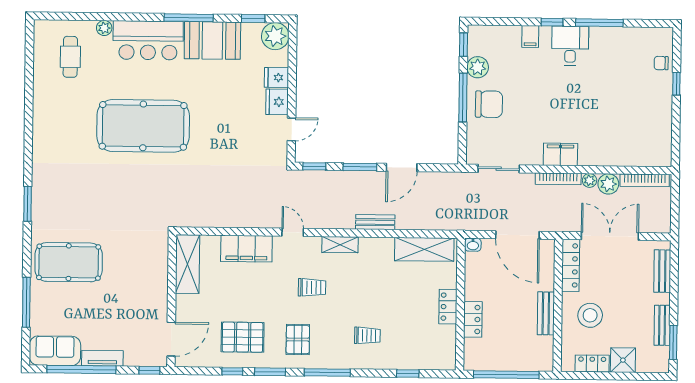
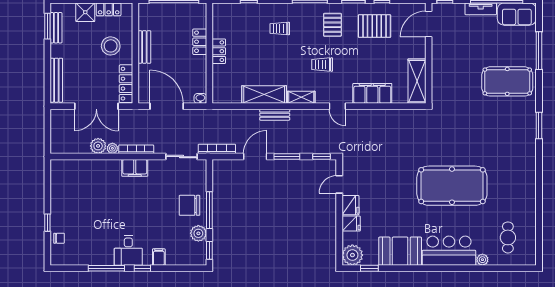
window: (189, 18) -> (418, 268), removed
bookcase: (645, 180) -> (217, 149), moved
shelving: (424, 249) -> (264, 94), moved
bench: (662, 271) -> (56, 80), width x1.36
bench: (662, 325) -> (56, 28), moved

